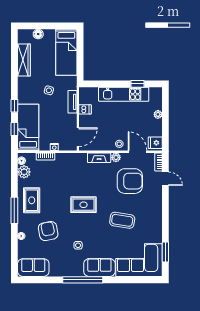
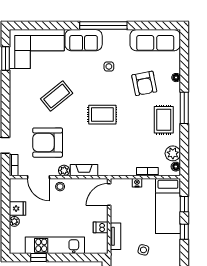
fridge: (155, 143) -> (17, 209), moved
coffee table: (122, 220) -> (57, 96), turned -48
sofa: (33, 268) -> (155, 40), width x1.36

